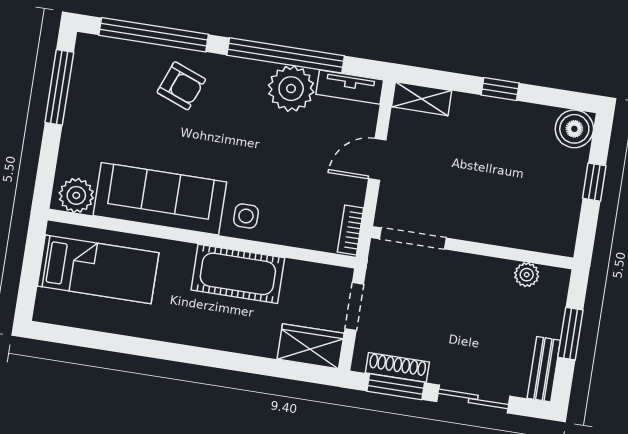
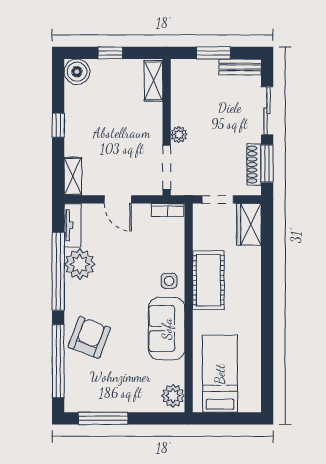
armchair: (181, 86) -> (89, 337), width x1.38, depth x1.38
sofa: (160, 199) -> (167, 329), width x0.73
shelving: (543, 239) -> (153, 81), added
plant: (527, 275) -> (179, 135), moved

